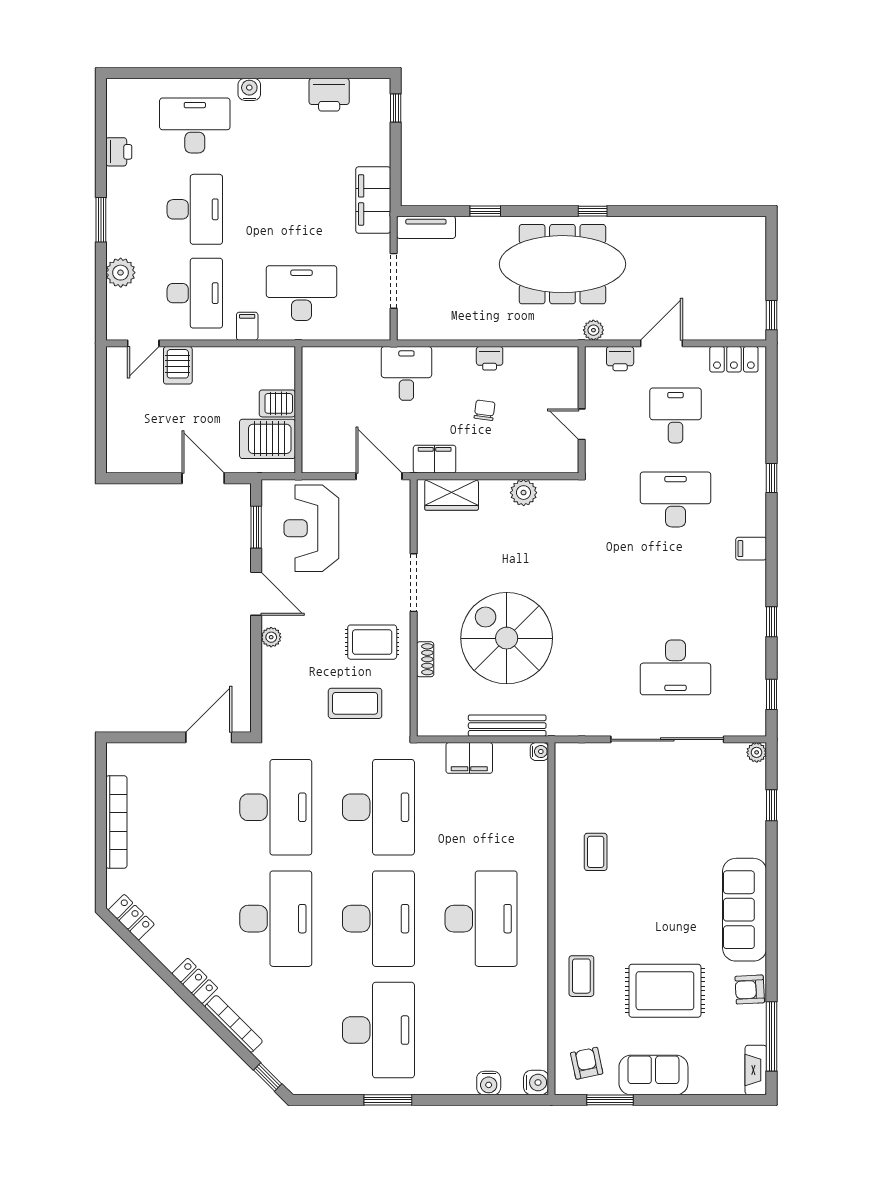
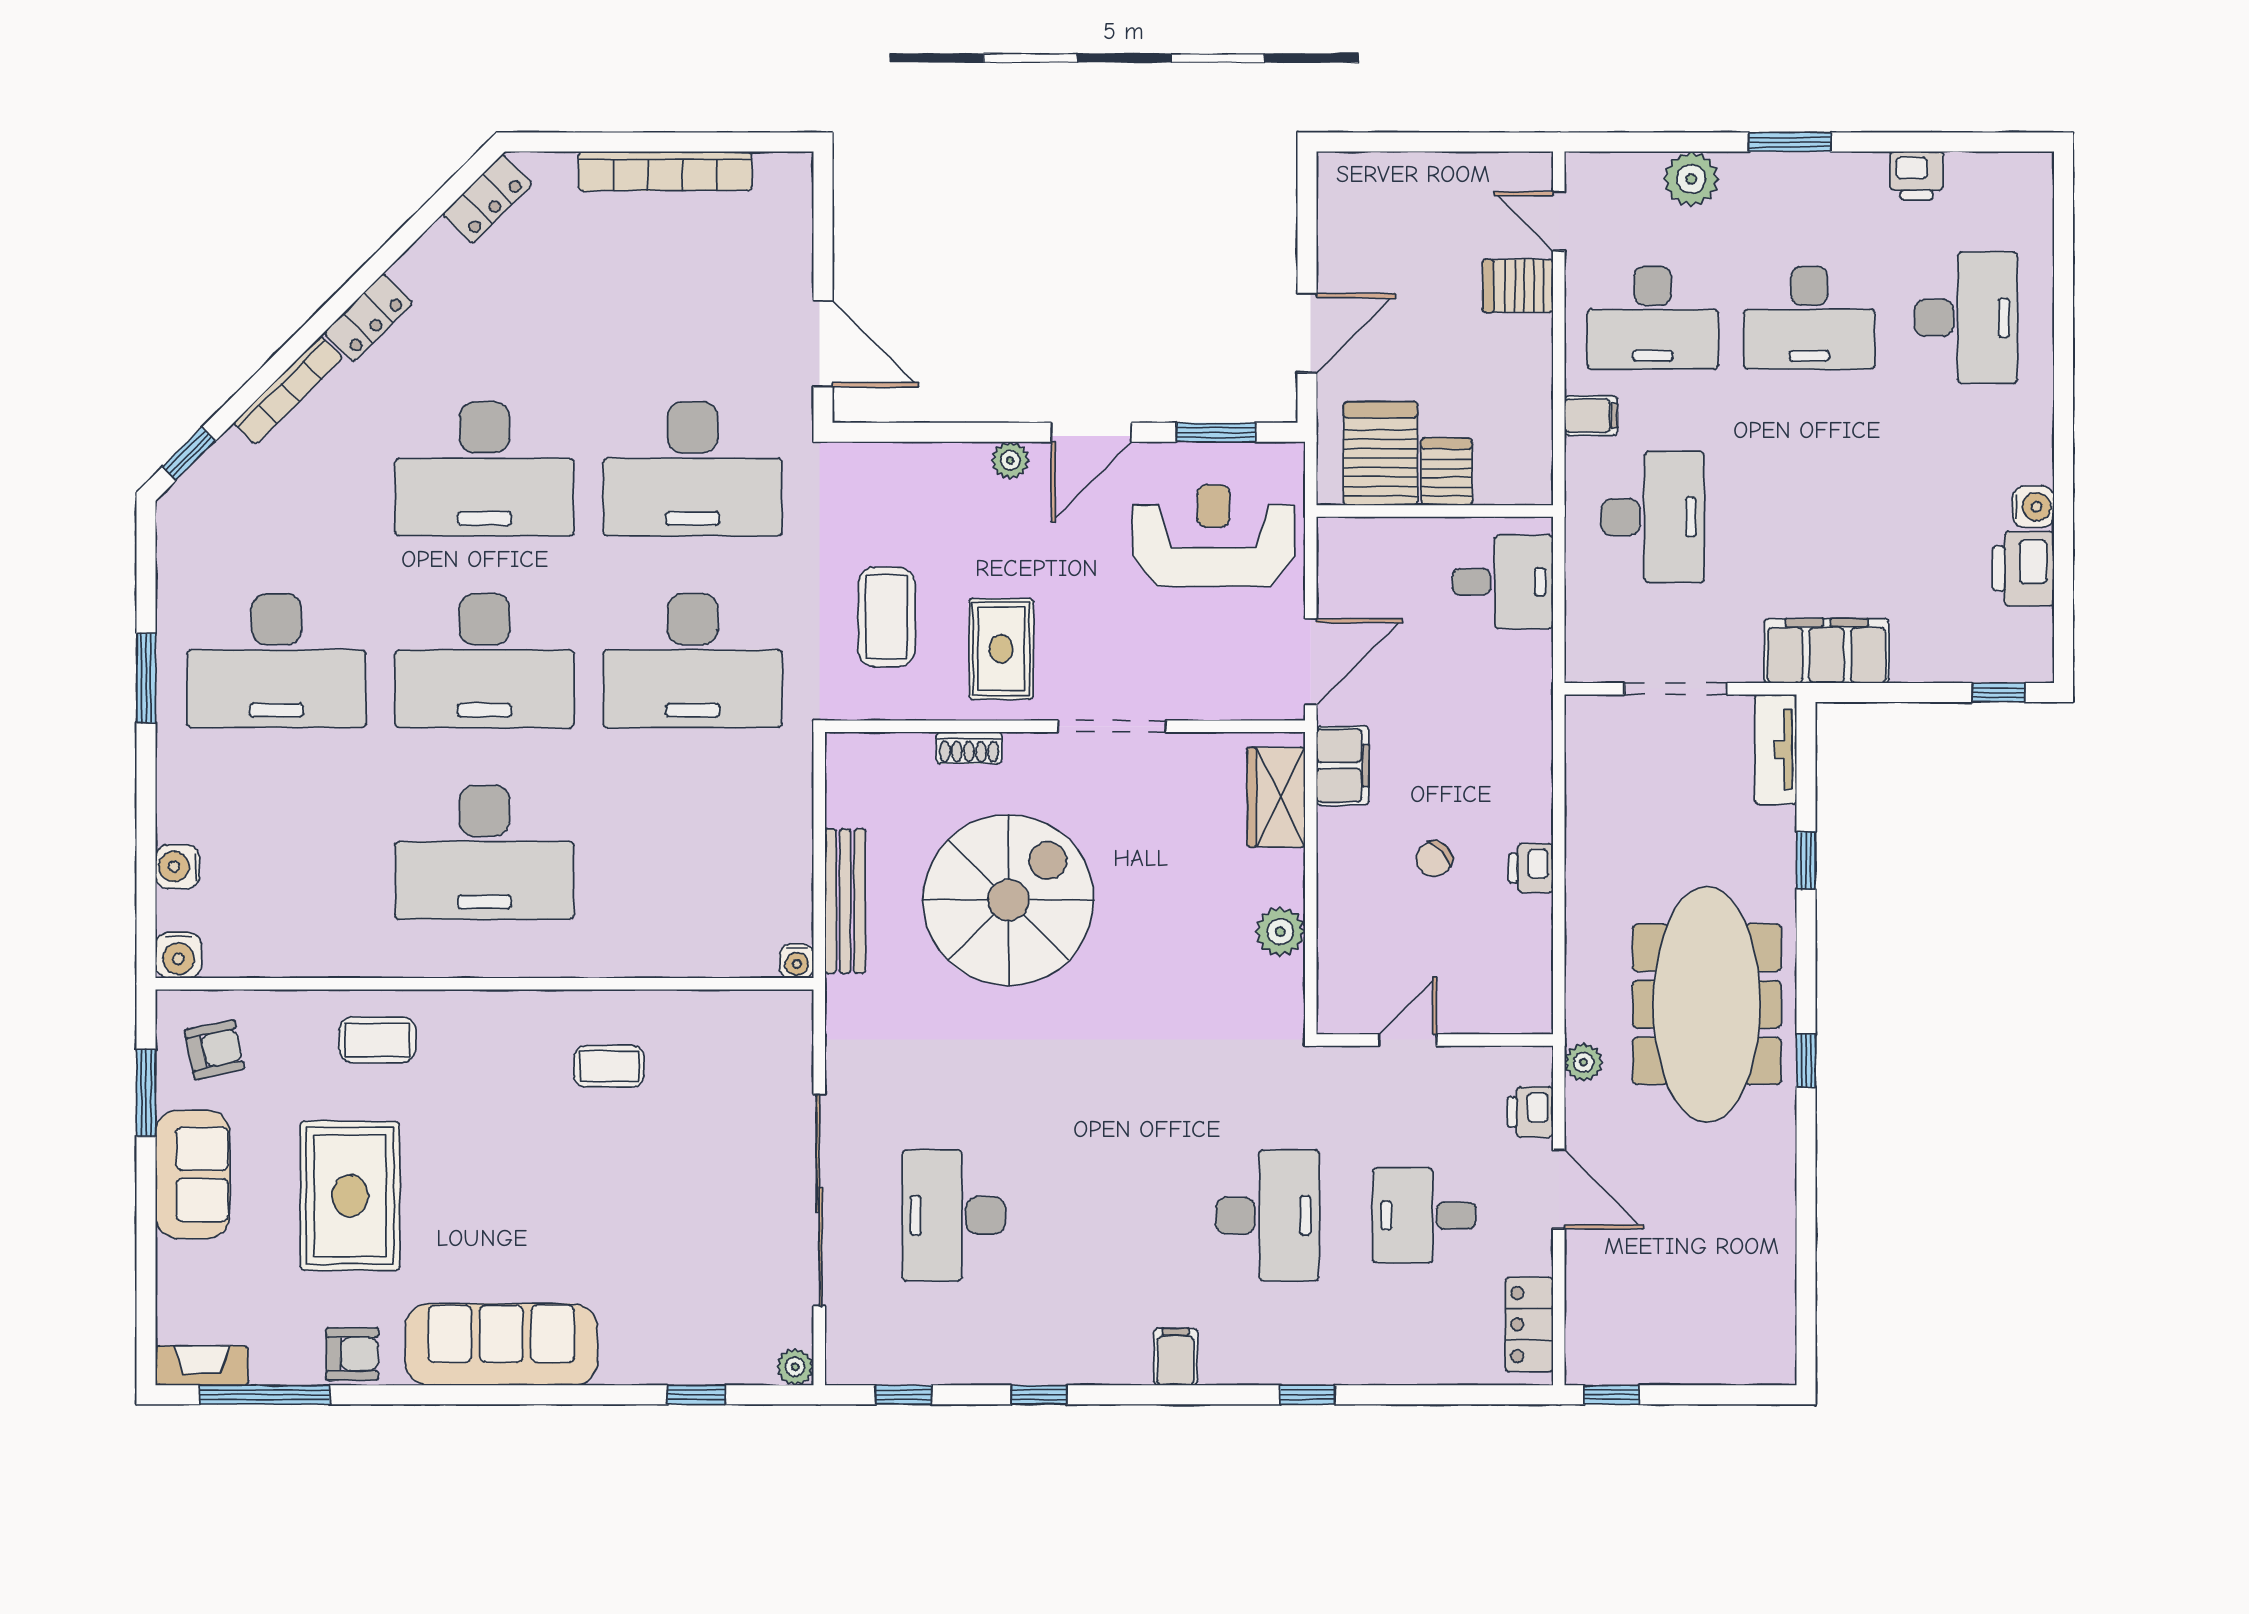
water cooler: (249, 89) -> (2033, 507), moved
desk: (406, 373) -> (1503, 582), moved
chair: (485, 410) -> (1434, 859), turned 130
desk: (676, 415) -> (1424, 1215), turned 180
filing cabinet: (469, 758) -> (785, 830), removed
armchair: (750, 990) -> (352, 1354), turned 93

